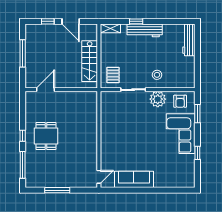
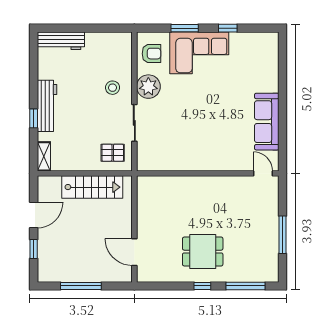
window: (197, 114) -> (185, 28), moved

